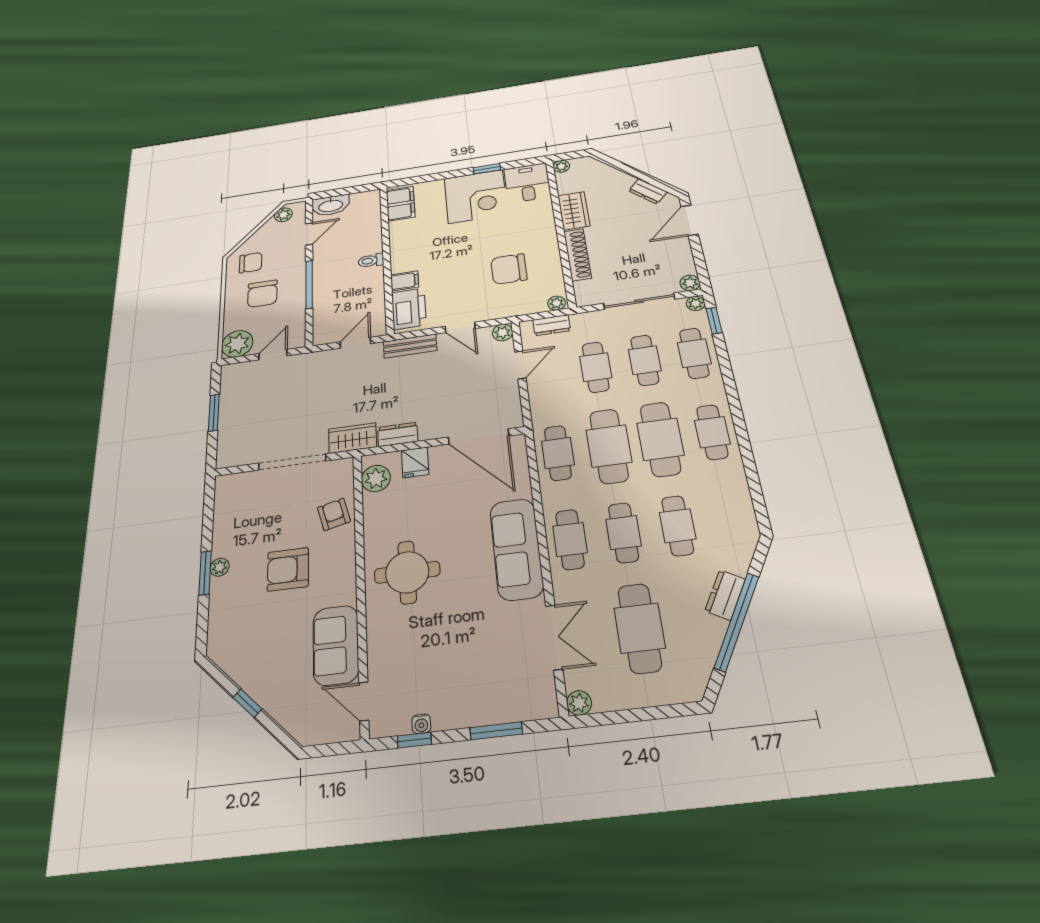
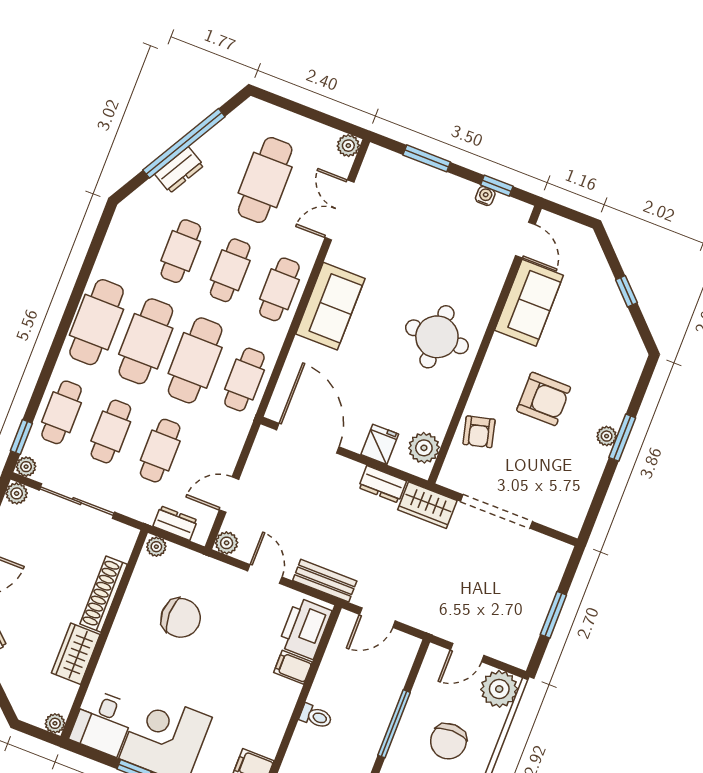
chair: (262, 294) -> (448, 741), turned 180
cafe table: (712, 432) -> (97, 322), width x1.37, depth x1.35
sofa: (516, 549) -> (330, 306), width x0.73

